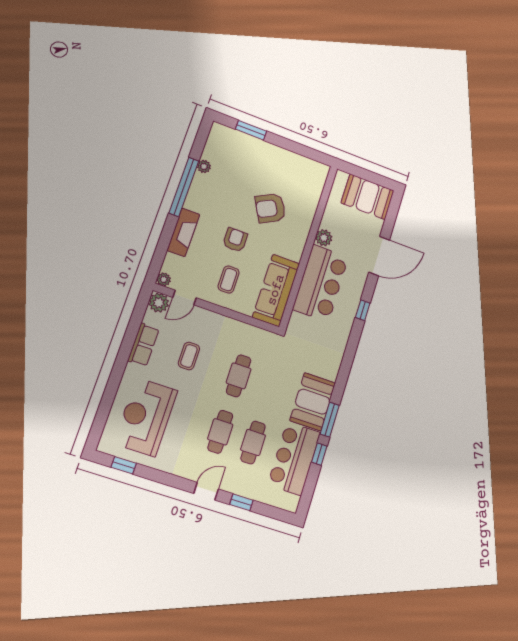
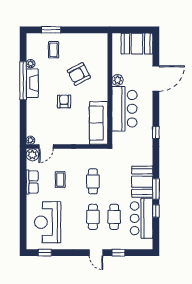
fireplace: (183, 232) -> (32, 83), moved
coffee table: (229, 280) -> (54, 50), moved
window: (363, 310) -> (156, 133), moved
door: (206, 491) -> (96, 253), swing flipped

